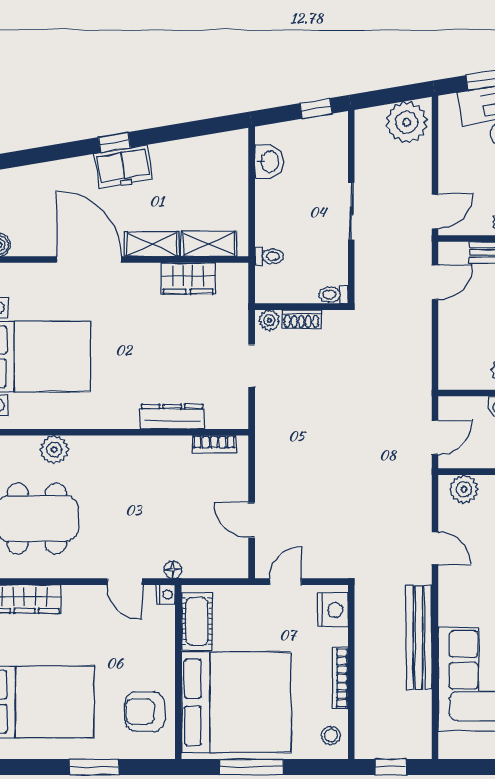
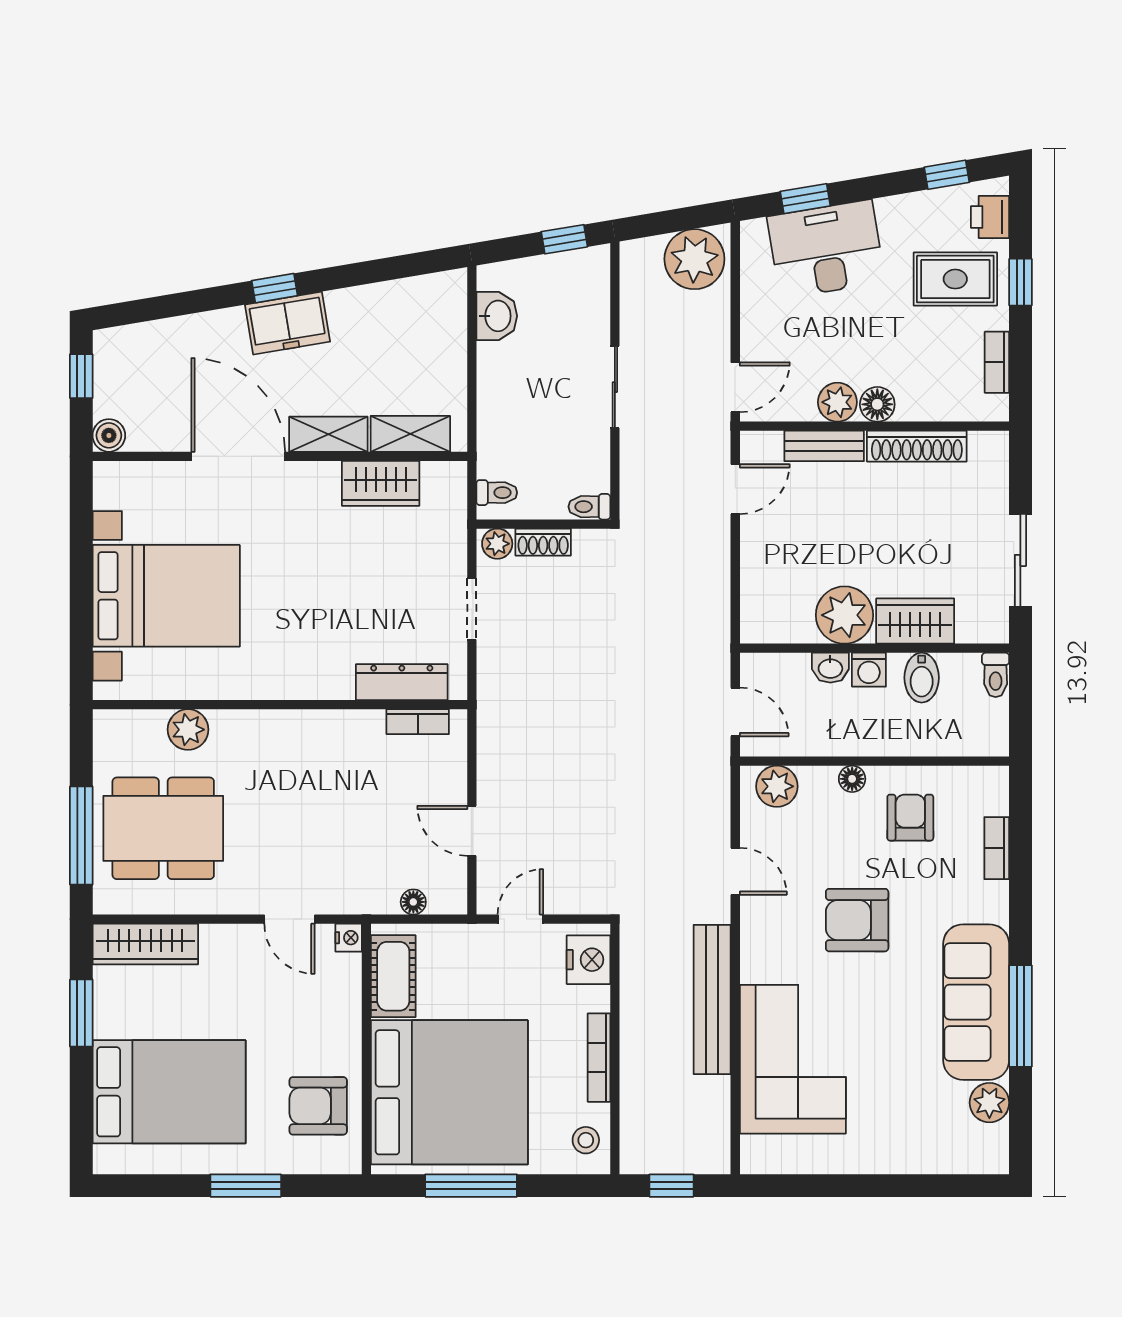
toilet: (269, 256) -> (497, 493), moved
dresser: (172, 417) -> (402, 682), moved
door: (435, 437) -> (735, 712), hinge flipped
floor lamp: (173, 570) -> (413, 902), moved

